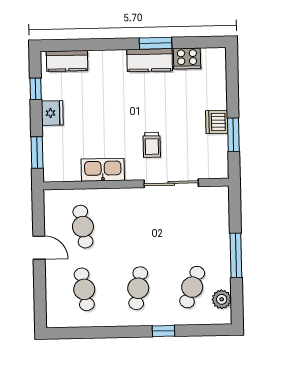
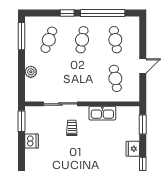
window: (233, 135) -> (21, 121), moved
door: (39, 248) -> (143, 66), swing flipped
window: (236, 255) -> (21, 36), moved
plant: (222, 299) -> (31, 72), moved
window: (106, 332) -> (103, 13), added

